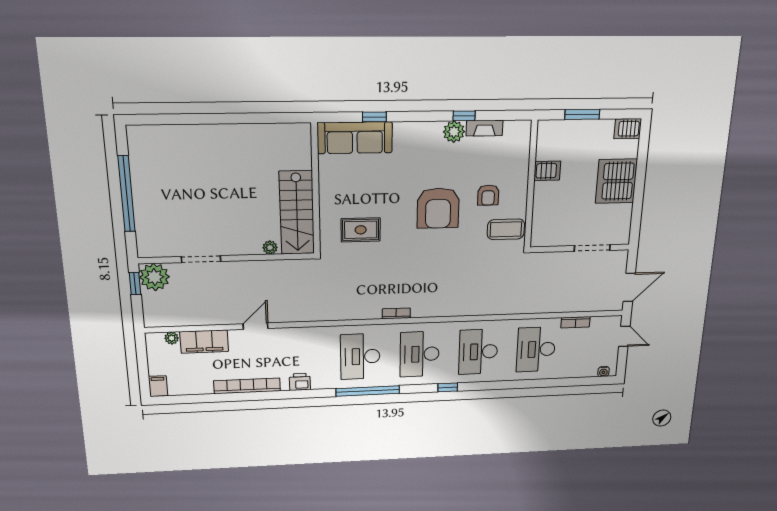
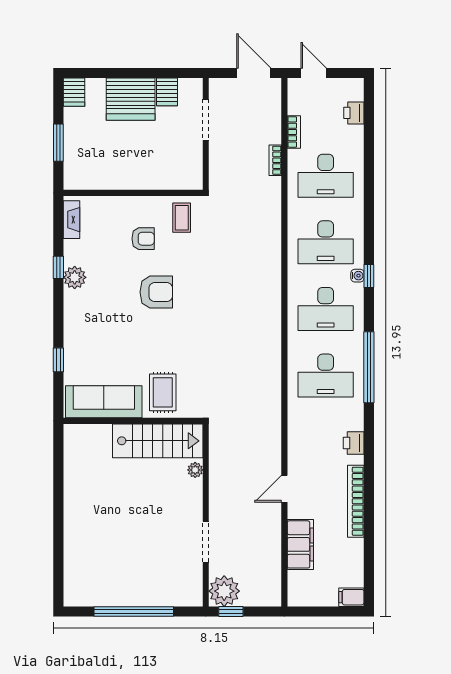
fireplace: (485, 128) -> (71, 220), moved
sofa: (355, 138) -> (104, 402), moved, turned -90
server rack: (547, 171) -> (167, 92), moved, turned 180
armchair: (438, 208) -> (156, 292), width x0.73, depth x0.73
coffee table: (506, 229) -> (182, 218), width x0.73, depth x0.77
rug: (361, 230) -> (163, 392), moved
bookcase: (396, 313) -> (275, 160), moved
door: (256, 326) -> (284, 489), hinge flipped
door: (624, 336) -> (314, 73), hinge flipped
plant: (172, 338) -> (295, 579), removed
printer: (588, 370) -> (354, 113), added
water cooler: (603, 372) -> (357, 276), moved

